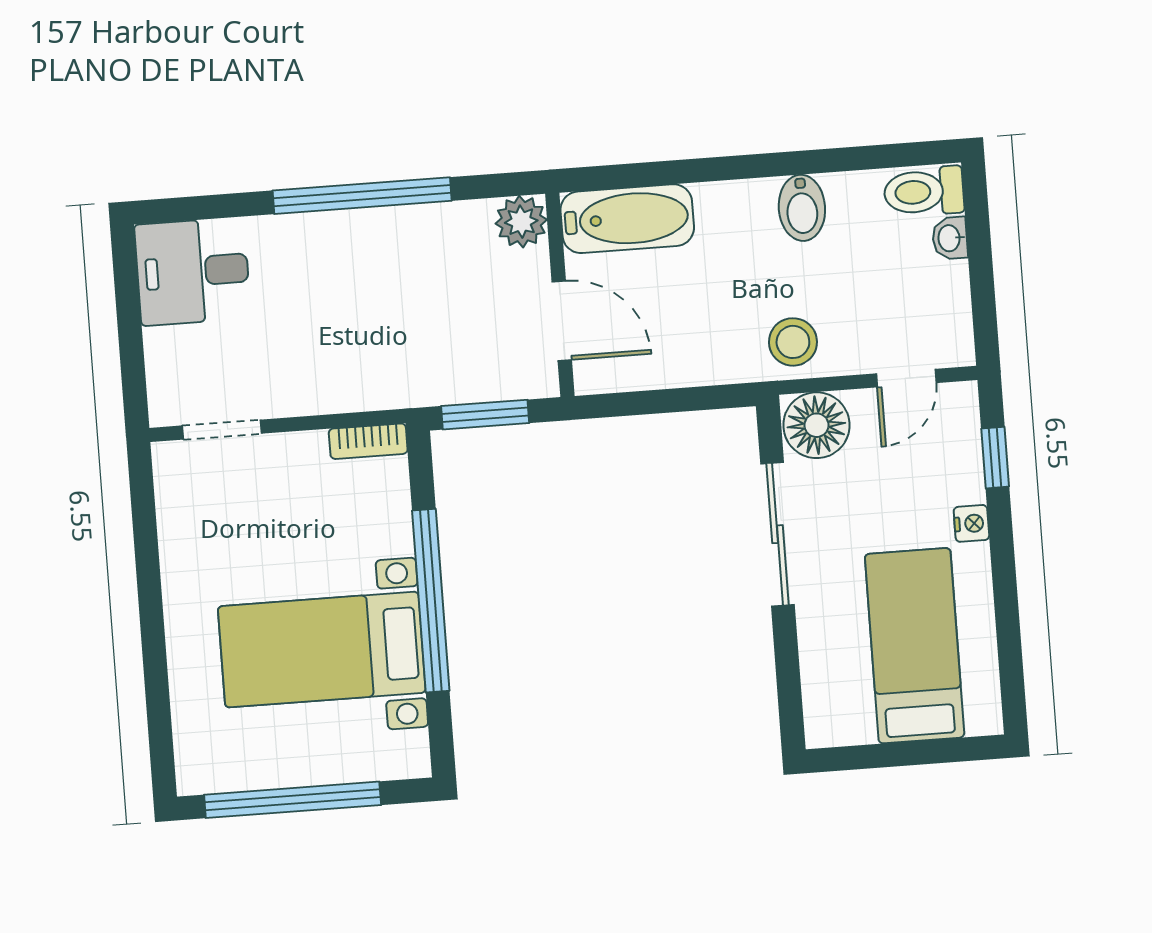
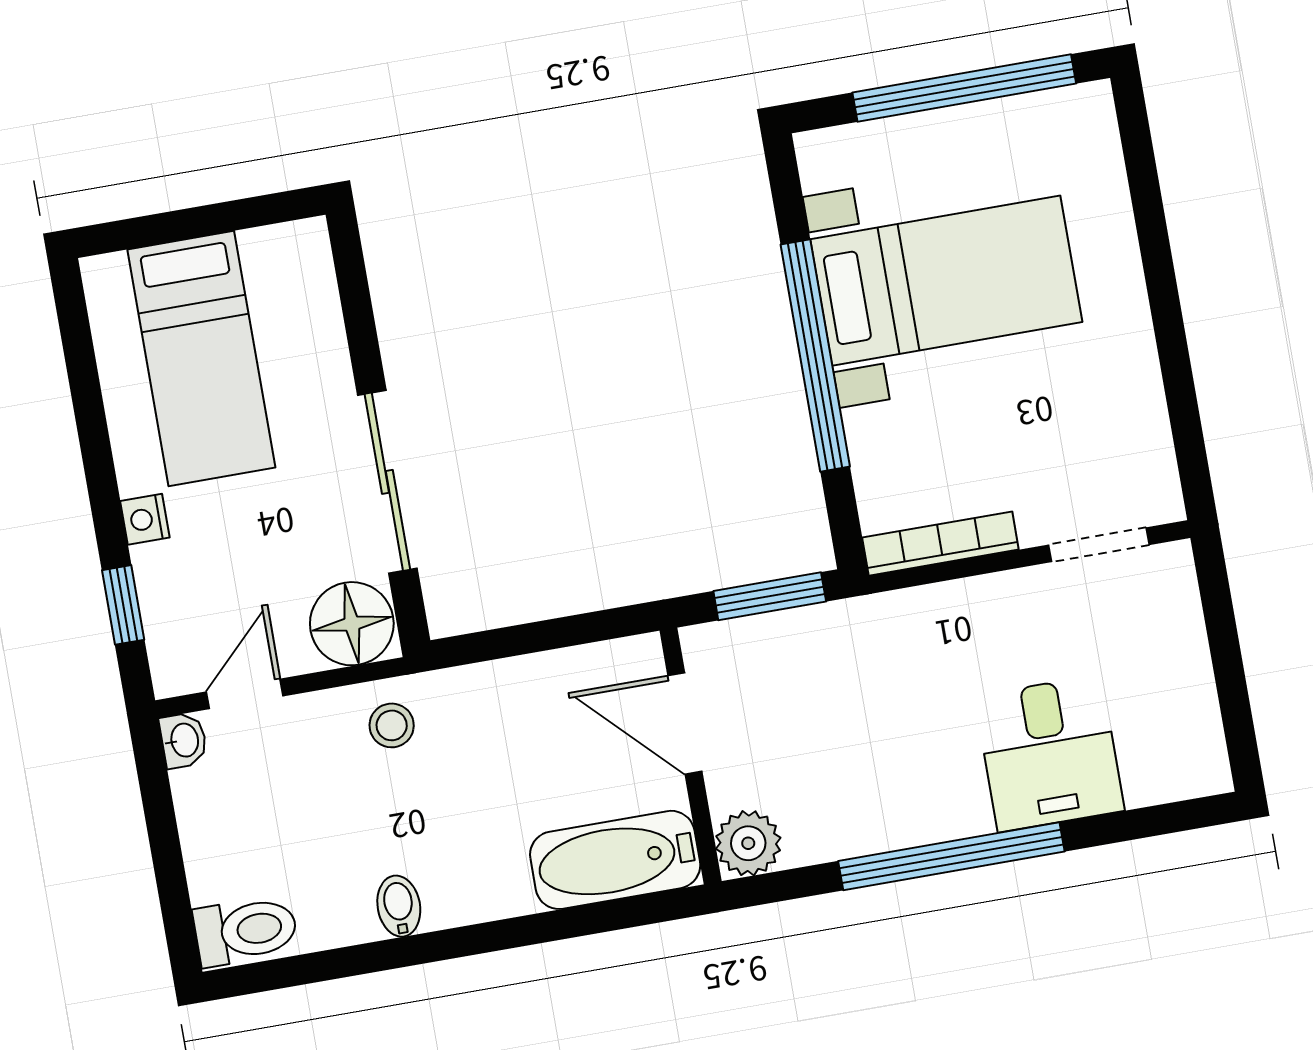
bidet: (802, 208) -> (399, 906), width x0.72, depth x0.74
washbasin: (950, 238) -> (183, 740), moved
desk: (193, 271) -> (1049, 753), moved, turned 90
stool: (793, 342) -> (392, 725), width x0.73, depth x0.73
bookcase: (368, 441) -> (940, 544), width x1.56

